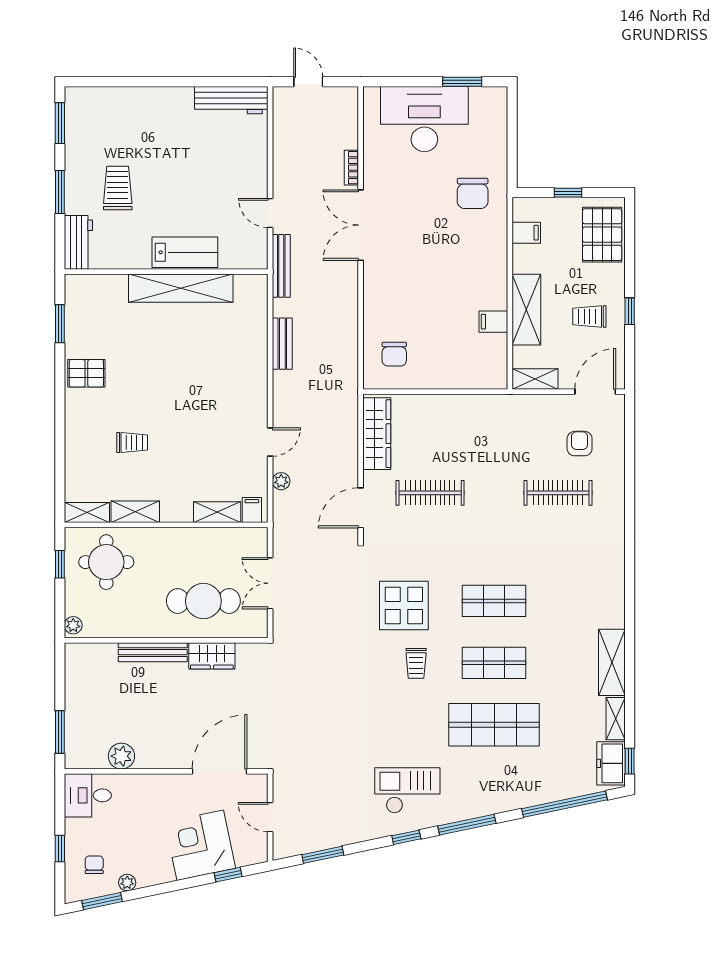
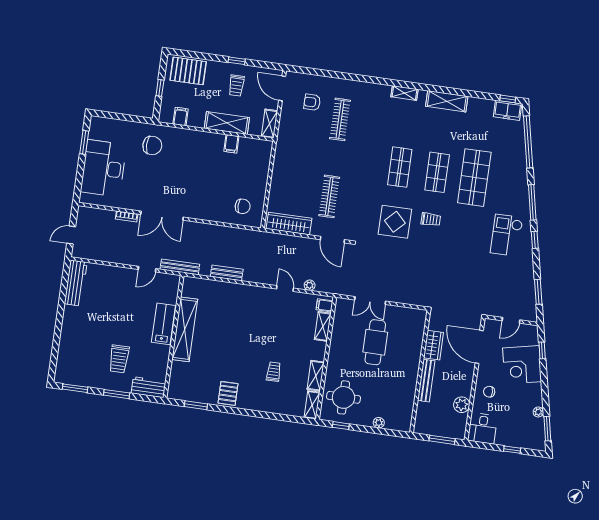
trolley: (118, 188) -> (119, 359), turned -90
wall: (166, 640) -> (420, 371), moved
bench: (153, 652) -> (426, 381), moved
wardrobe: (212, 656) -> (433, 345), moved
shelving: (616, 719) -> (405, 93), moved
chair: (94, 865) -> (489, 392), moved

